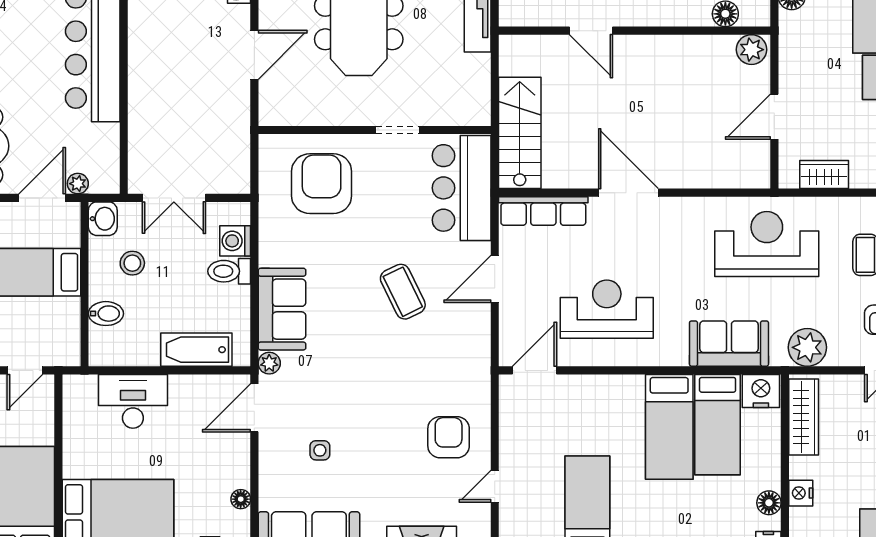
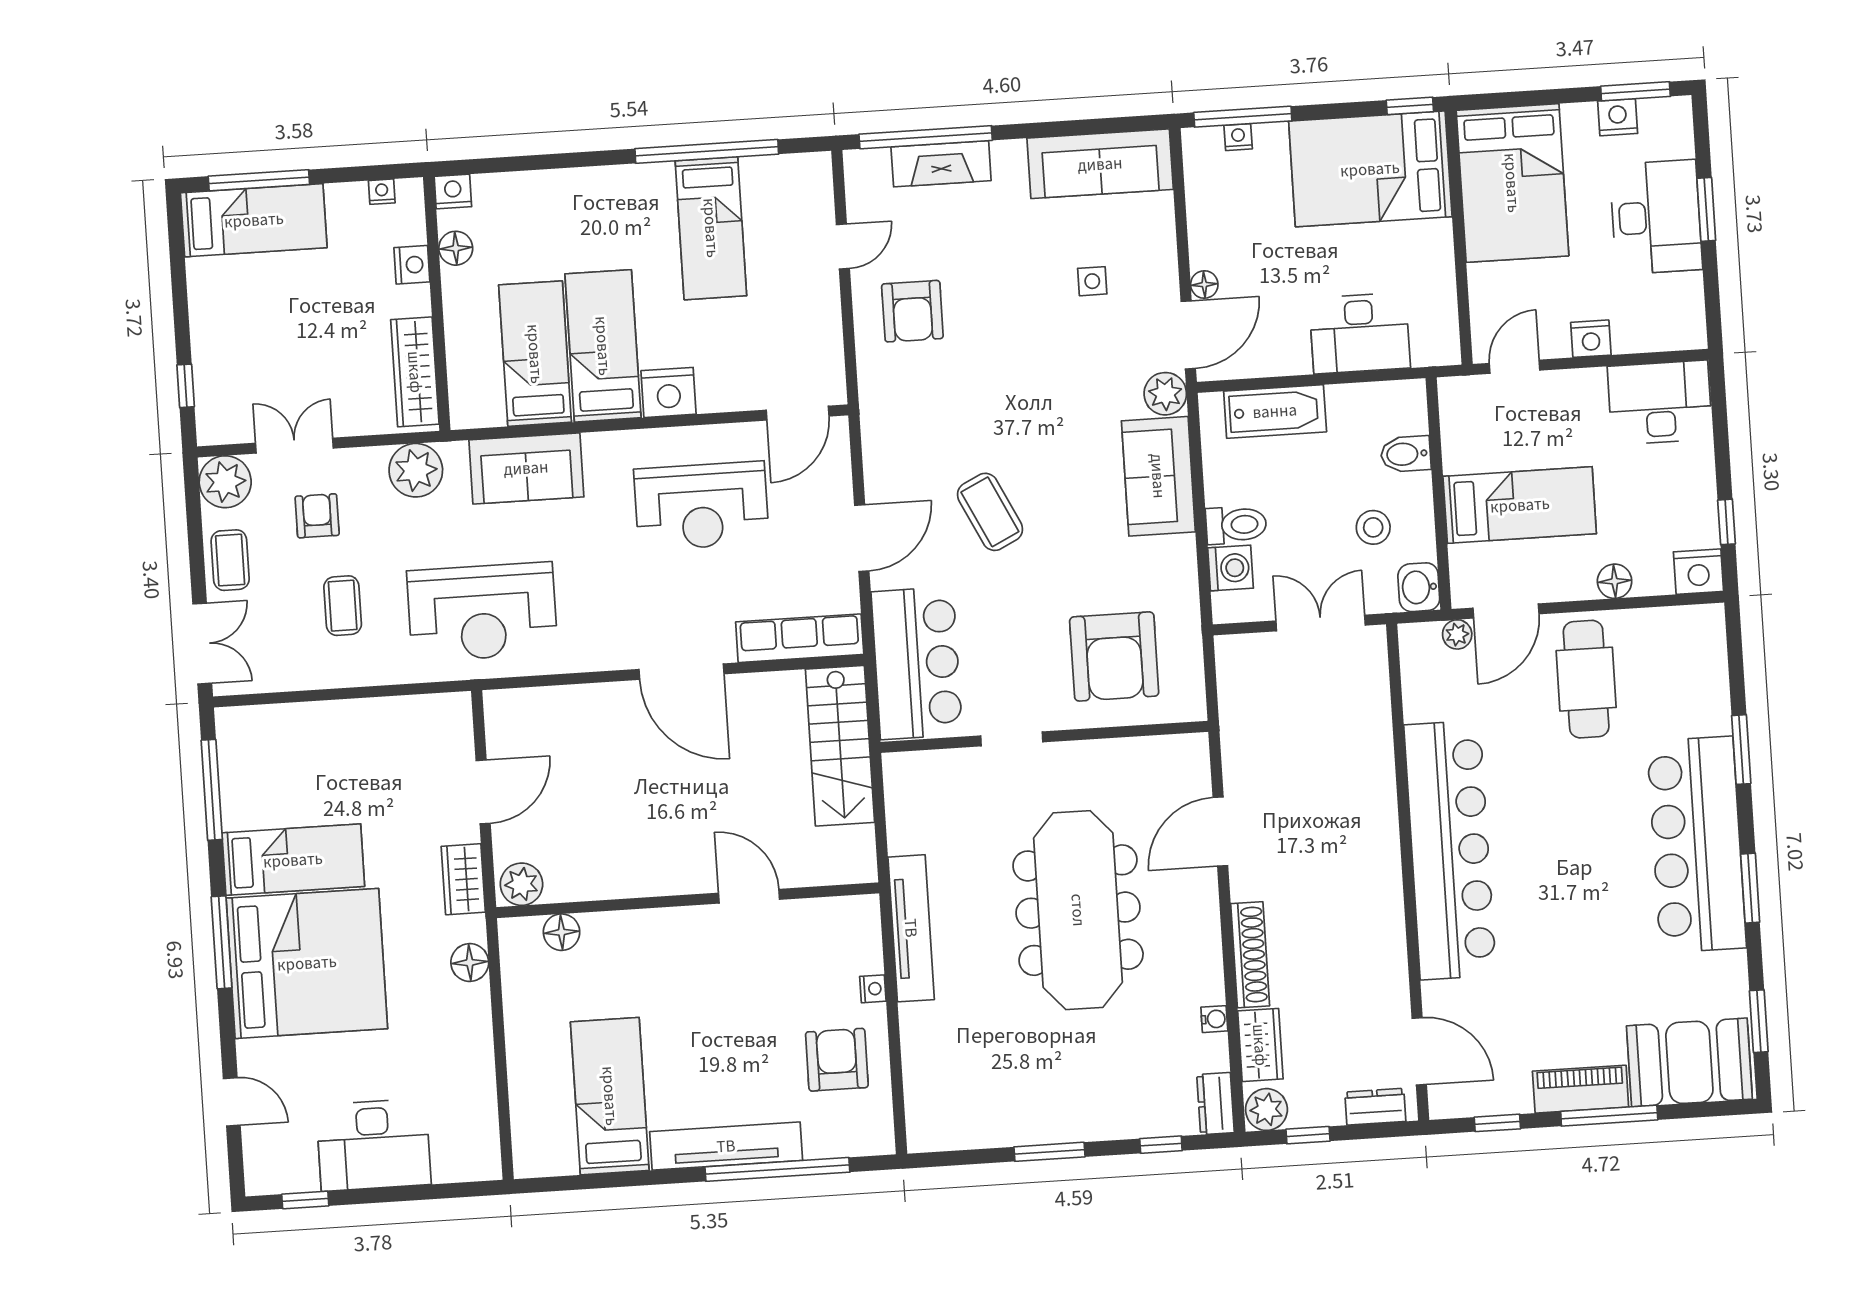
wardrobe: (824, 175) -> (463, 879), moved, turned 90
plant: (269, 363) -> (1165, 394), width x1.38, depth x1.38
nightstand: (761, 391) -> (669, 392), moved
floor lamp: (241, 499) -> (1204, 285), moved

